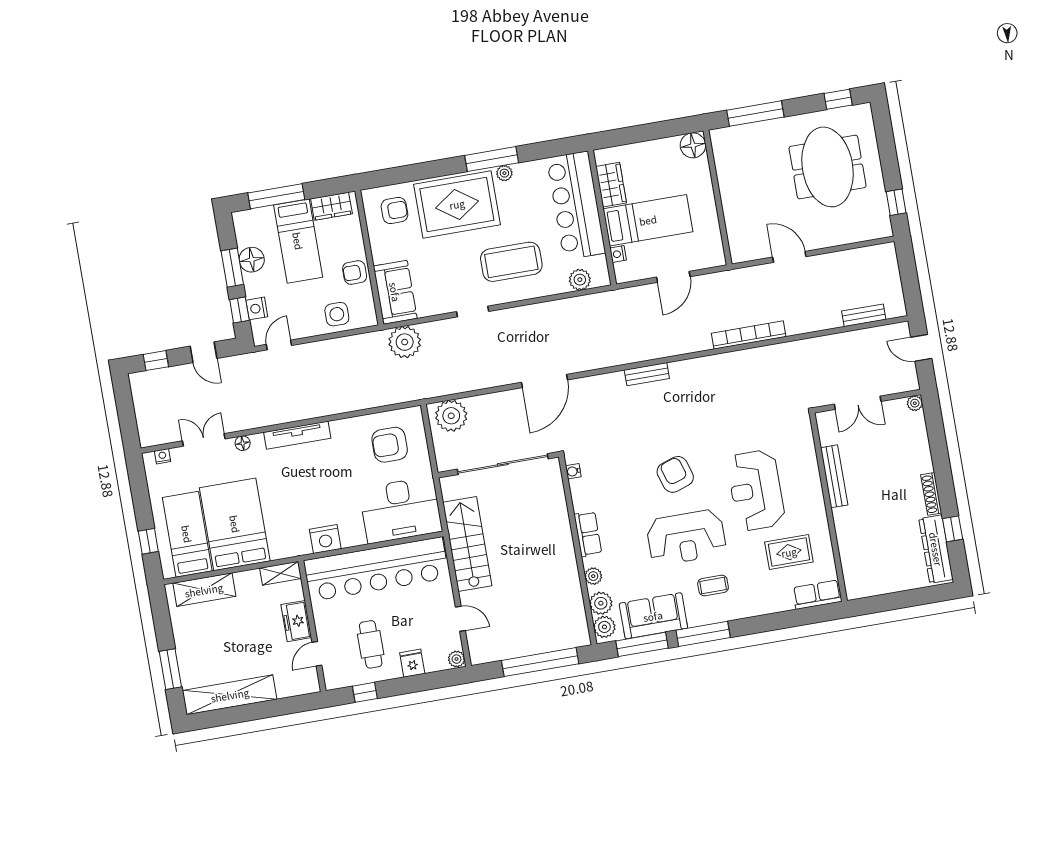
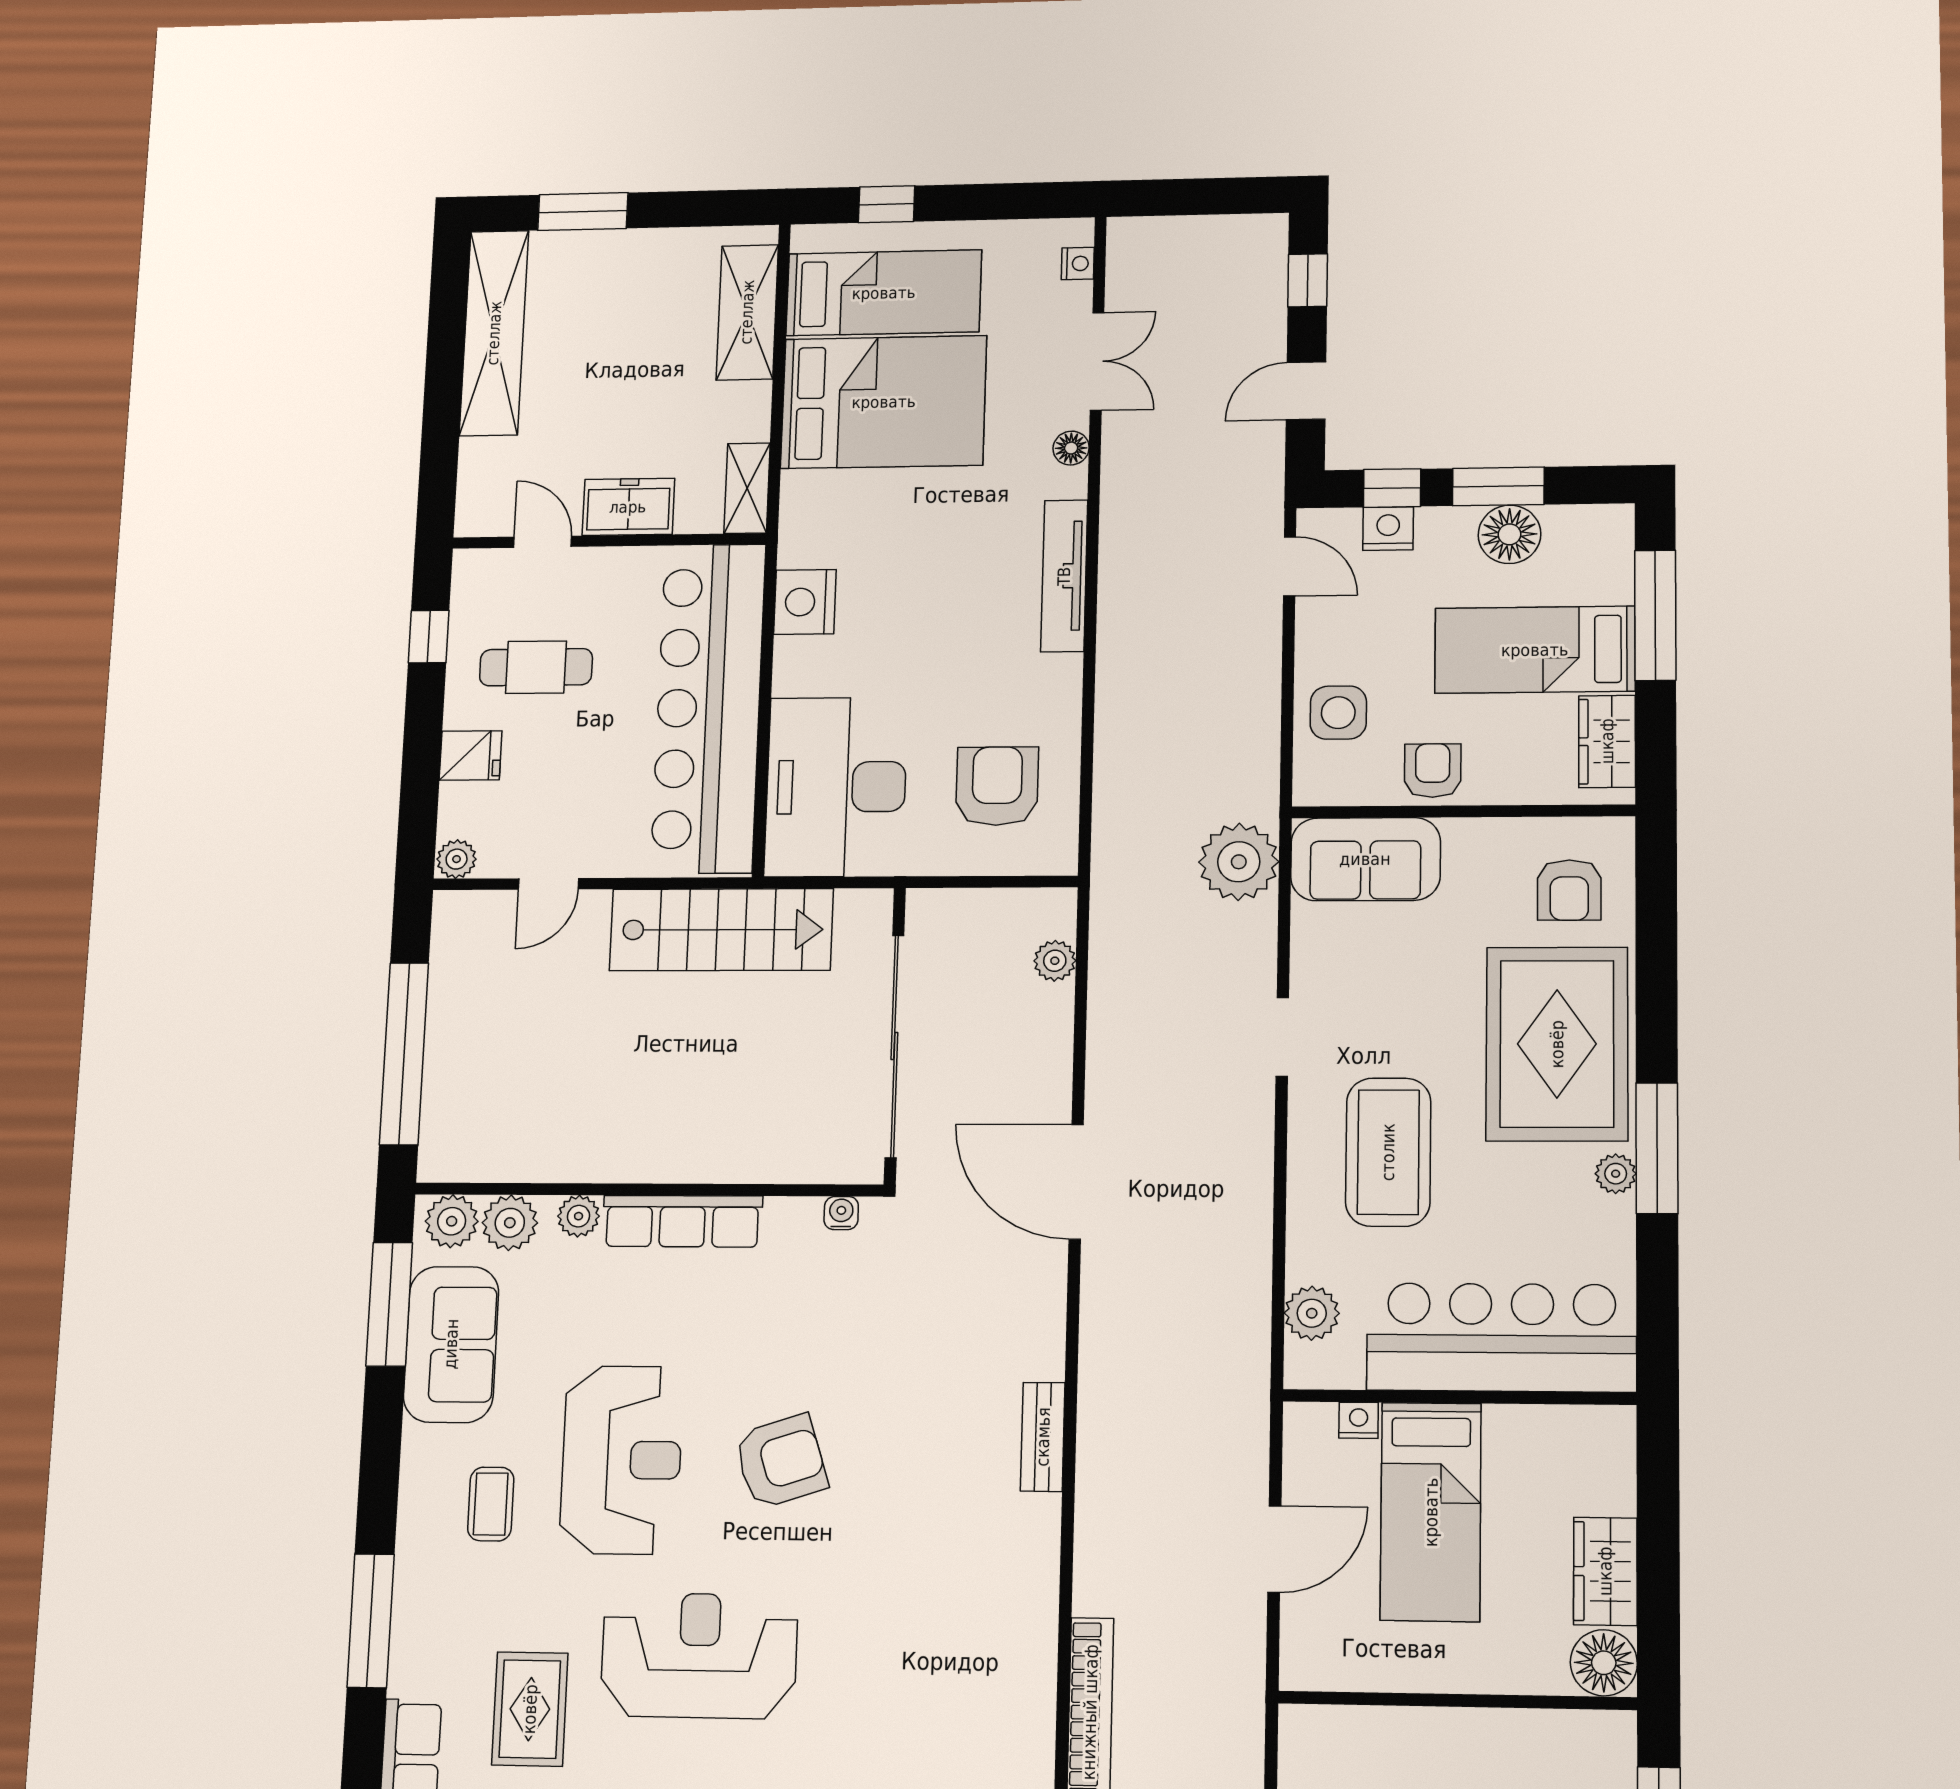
wardrobe: (611, 185) -> (1605, 1571), moved, turned 90
door: (673, 277) -> (1274, 1549), swing flipped
plant: (451, 416) -> (1055, 961), width x0.53, depth x0.53
row of seats: (588, 534) -> (682, 1221), width x1.48
reception desk: (686, 537) -> (621, 1460), turned 180
window: (703, 634) -> (371, 1621), moved

